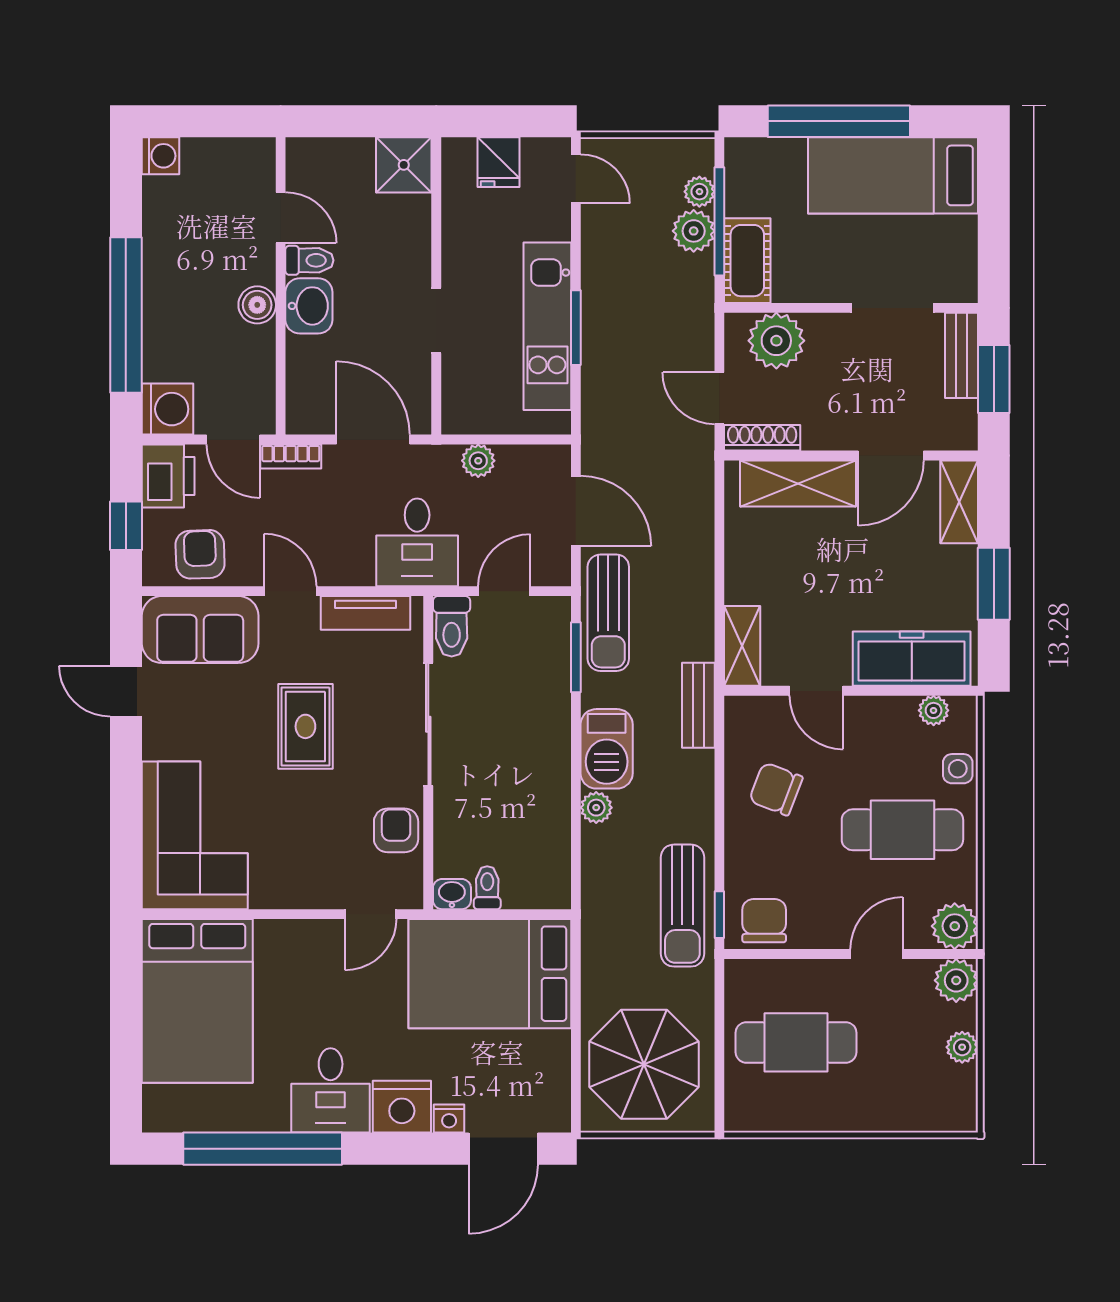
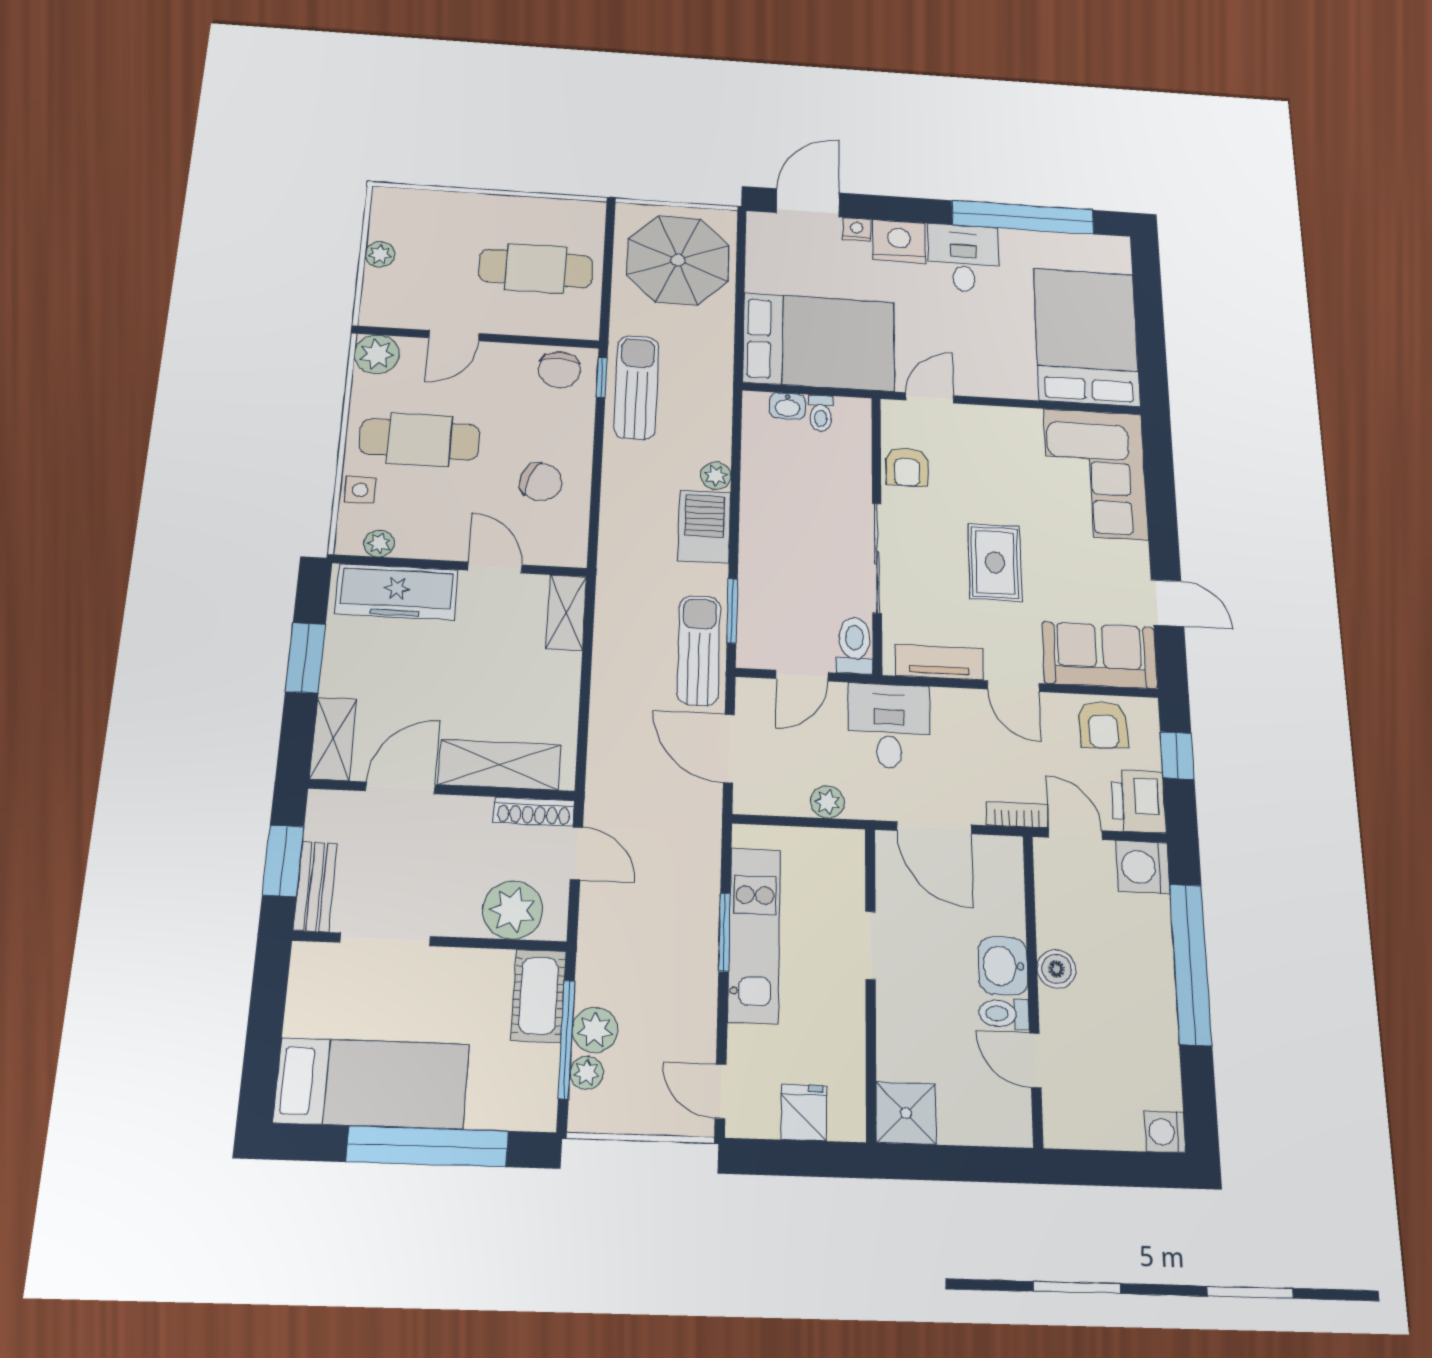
bench: (698, 705) -> (613, 561), removed
washbasin: (452, 894) -> (788, 406), moved
plant: (956, 980) -> (380, 309), removed

